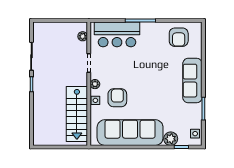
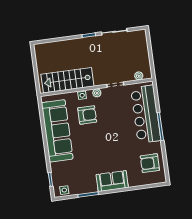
bar counter: (117, 34) -> (146, 114), width x1.36
sofa: (192, 81) -> (112, 181), width x0.73
plant: (171, 139) -> (57, 169), removed

